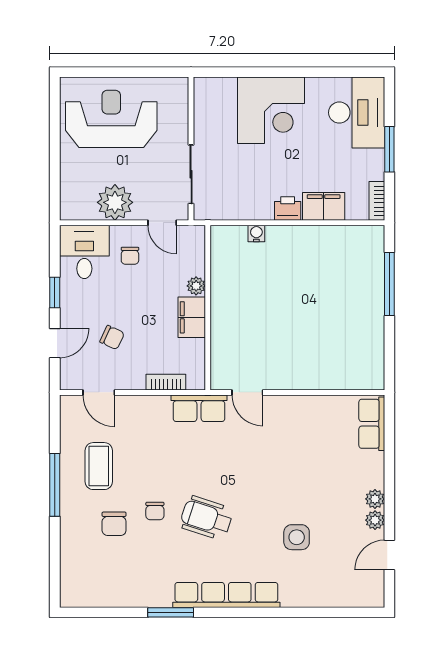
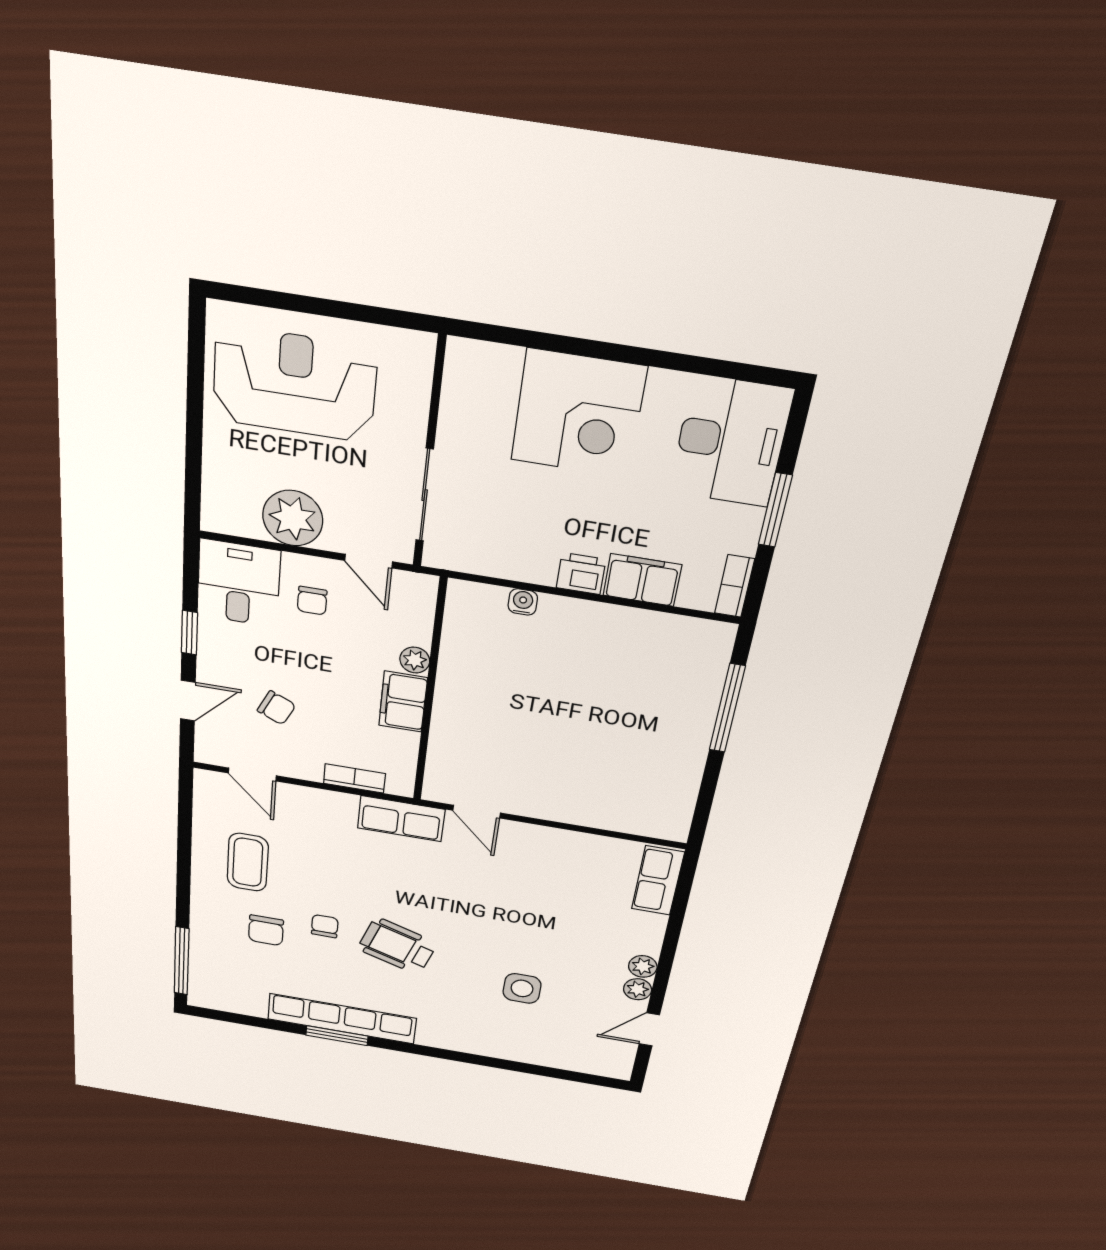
window: (55, 485) -> (182, 961), moved
chair: (155, 511) -> (325, 926), turned 180
row of seats: (226, 595) -> (342, 1019), moved

